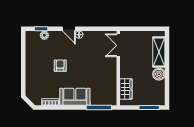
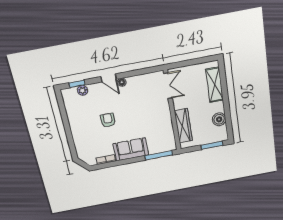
double door: (118, 45) -> (168, 86), swing flipped
boiler: (159, 74) -> (219, 119), moved
wardrobe: (126, 89) -> (183, 126), width x1.50

